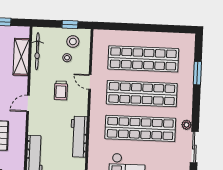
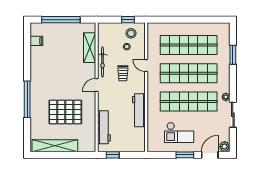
bicycle: (37, 51) -> (102, 62), moved

